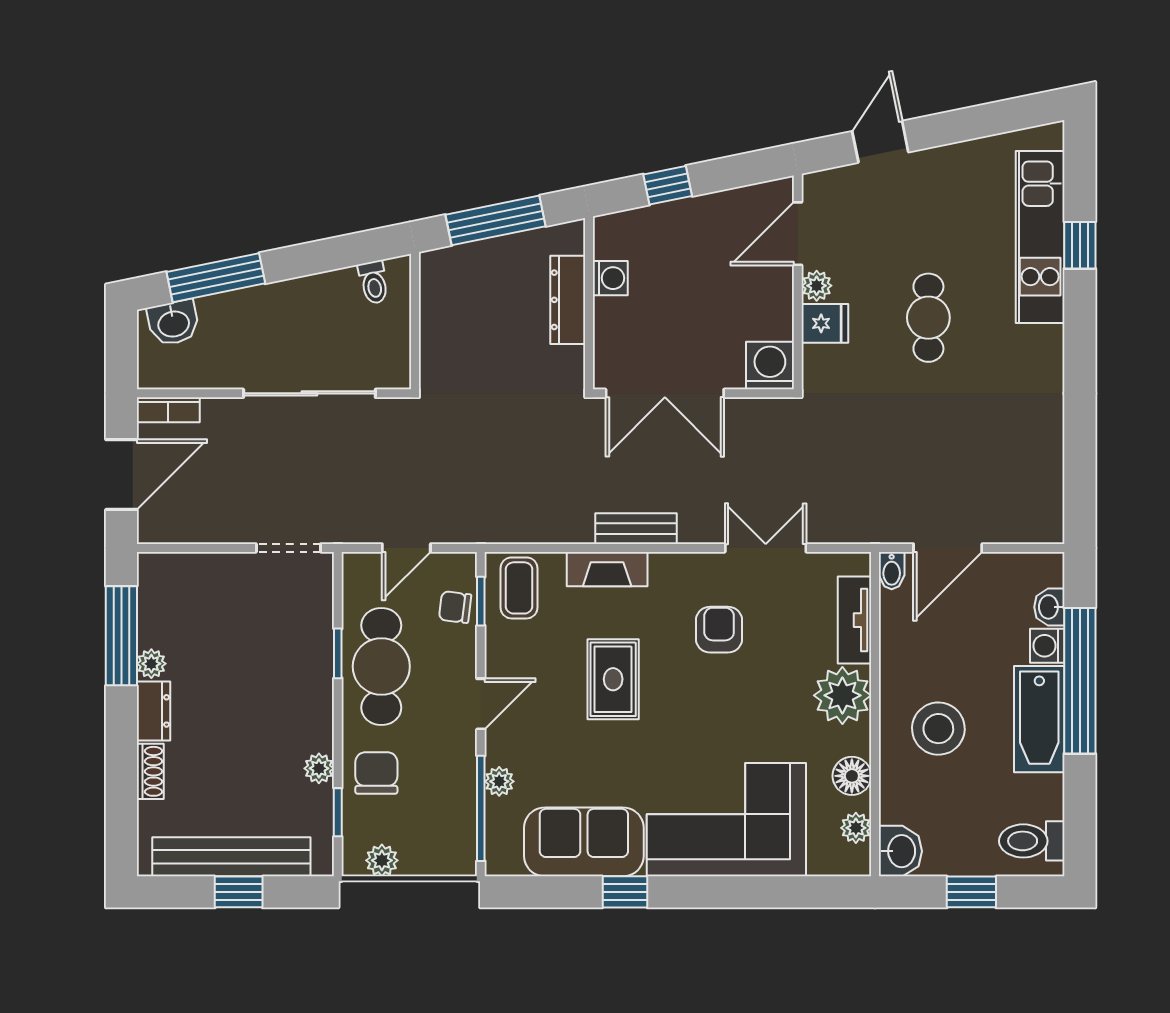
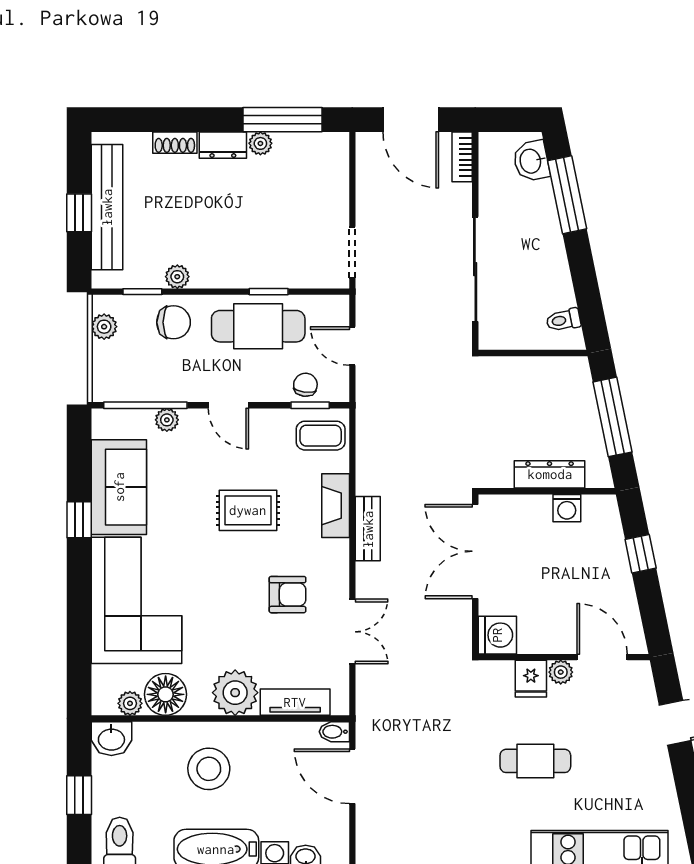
floor lamp: (852, 776) -> (166, 694), width x1.38, depth x1.38

